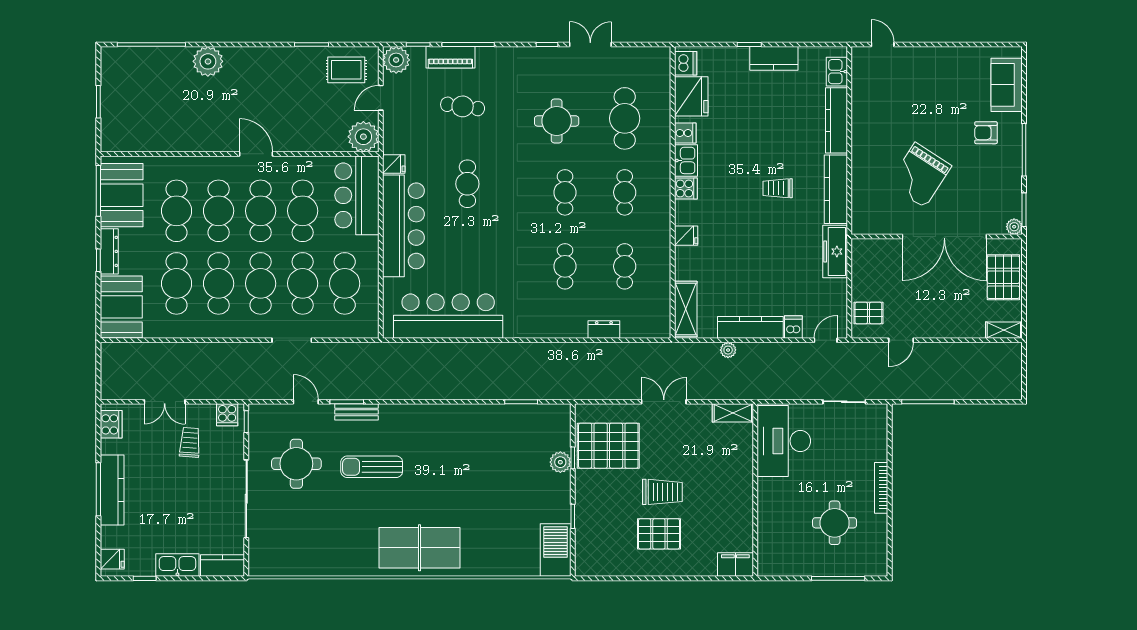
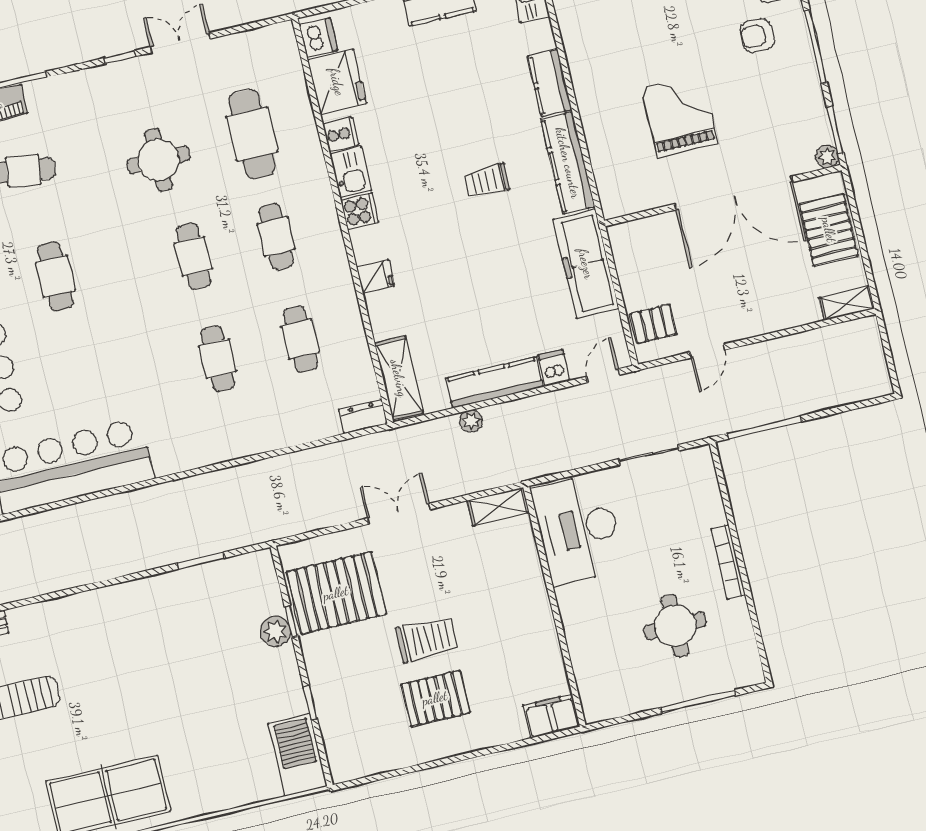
kitchen counter: (836, 120) -> (550, 83), width x0.67
grand piano: (920, 175) -> (679, 116), turned 147
freezer: (835, 251) -> (586, 264), width x1.36, depth x1.26
dresser: (604, 330) -> (363, 417), moved

